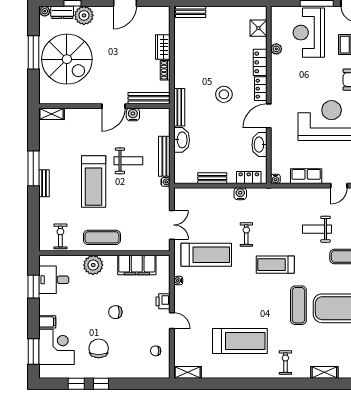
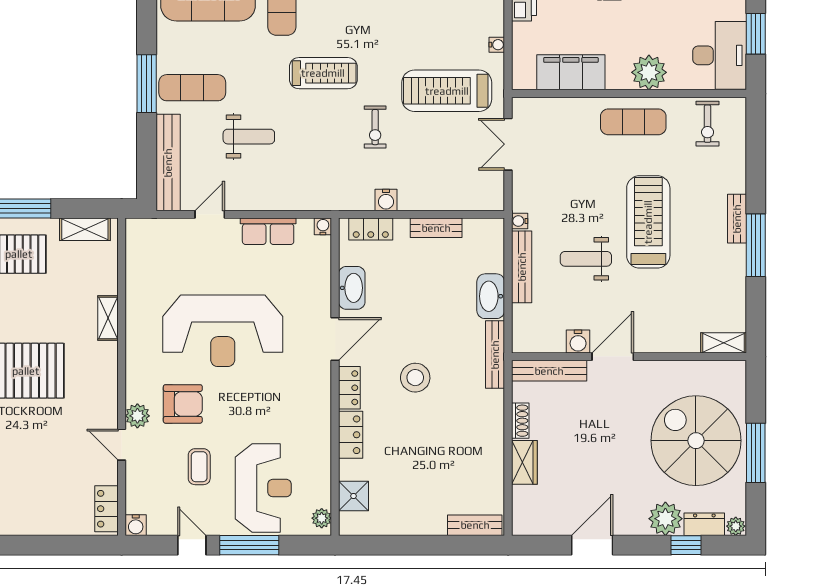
plant: (276, 49) -> (322, 518), moved
desk: (54, 280) -> (720, 55), width x1.37

